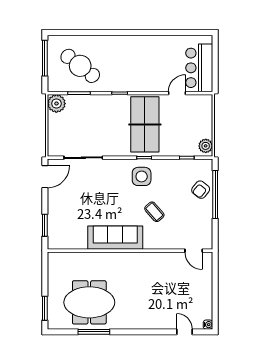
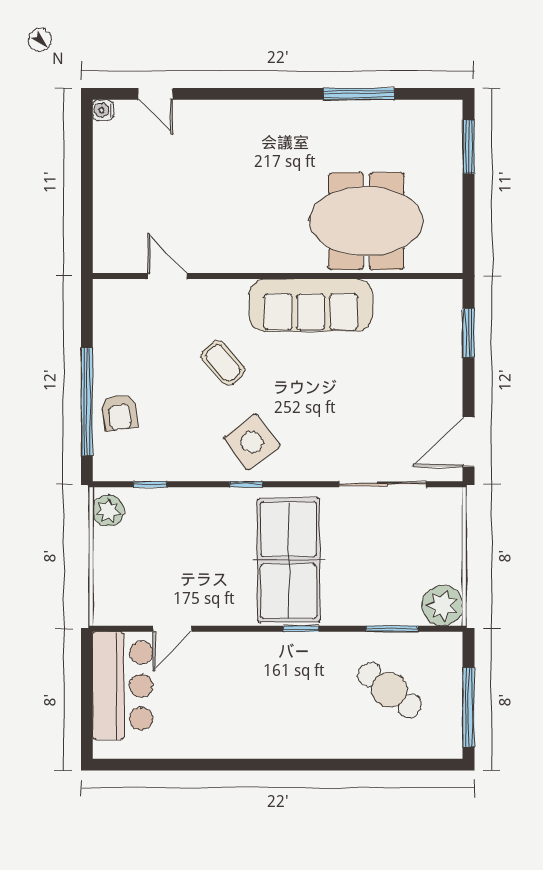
cafe table: (80, 66) -> (389, 690), width x0.73, depth x0.74
table tennis table: (145, 124) -> (289, 560), moved
side table: (142, 176) -> (252, 442), turned -36
armchair: (201, 190) -> (119, 413), turned 133
door: (194, 251) -> (168, 276), moved
meeting table: (89, 302) -> (366, 221), moved

